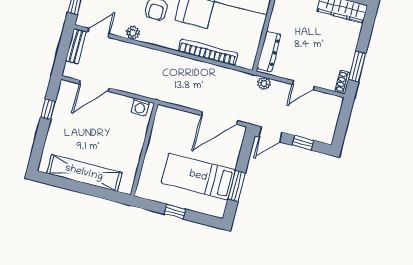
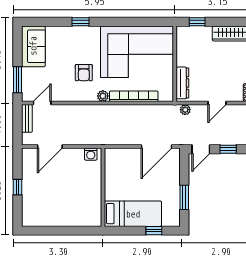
plant: (133, 33) -> (103, 96), moved
window: (48, 109) -> (17, 187), moved
shelving: (84, 173) -> (60, 218), removed
bed: (198, 176) -> (133, 214), moved, turned 180
window: (175, 212) -> (154, 231), moved

